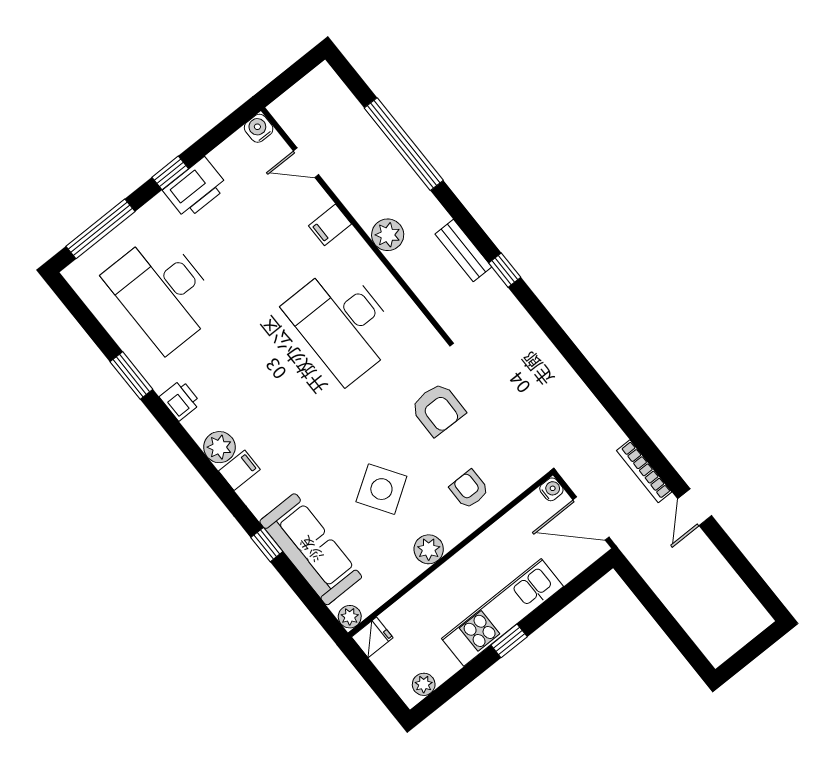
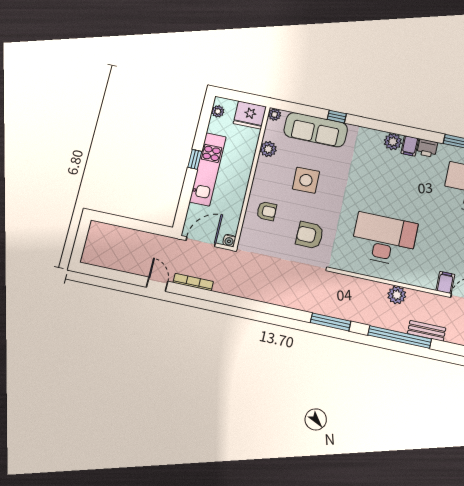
window: (404, 144) -> (400, 337), moved
filing cabinet: (330, 225) -> (445, 282), moved
bench: (463, 251) -> (427, 331), moved
window: (505, 270) -> (331, 322), width x2.17
filing cabinet: (239, 470) -> (410, 146), moved
side table: (381, 489) -> (306, 180), turned 32
plant: (429, 549) -> (268, 149), moved
fridge: (372, 637) -> (250, 115), width x1.88, depth x1.34

